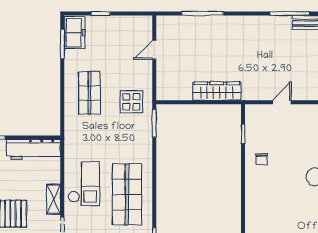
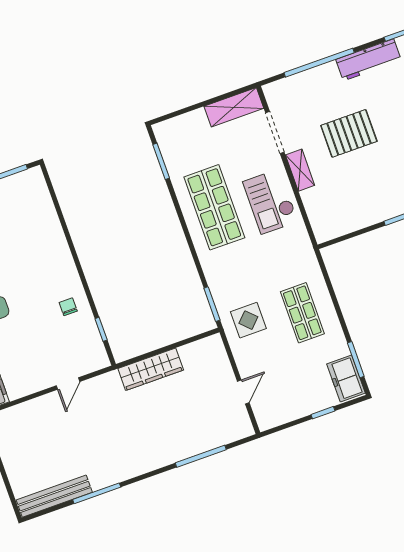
workbench: (34, 149) -> (345, 221), removed

